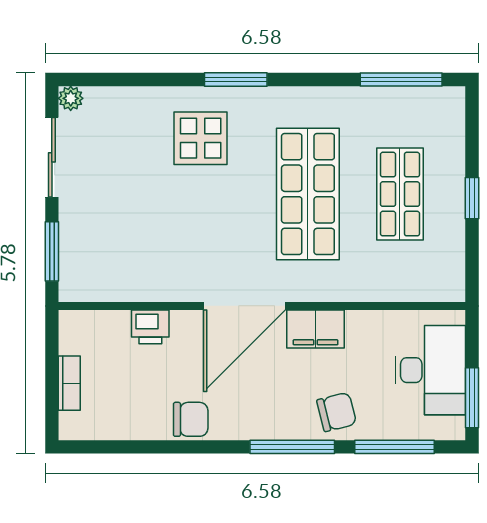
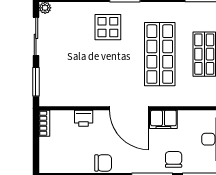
door: (244, 306) -> (129, 108), hinge flipped
bookcase: (69, 383) -> (44, 123), moved
chair: (337, 412) -> (174, 159), turned -76

